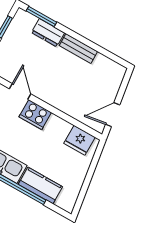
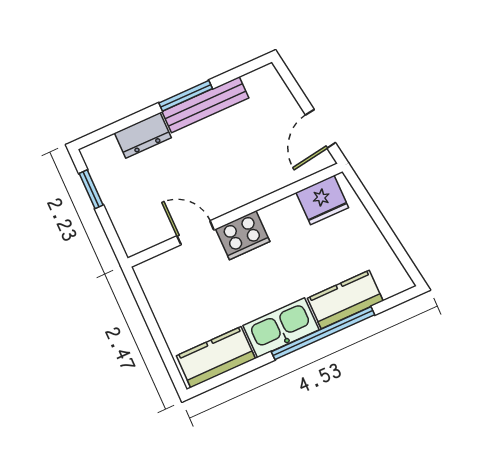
window: (41, 17) -> (186, 96), moved
bench: (78, 48) -> (205, 105), width x1.36

